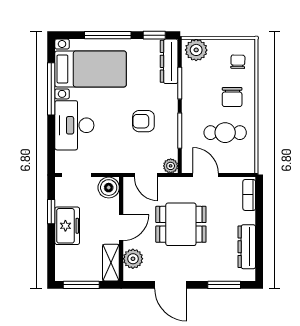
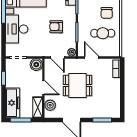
freezer: (67, 226) -> (13, 103), moved, width x1.40
door: (121, 228) -> (43, 87), hinge flipped
dresser: (247, 247) -> (115, 98), removed

